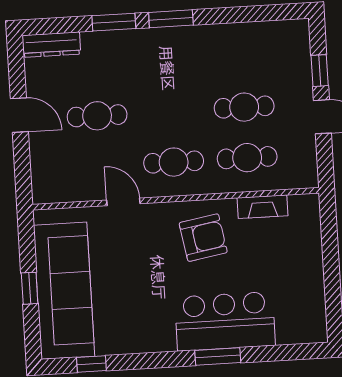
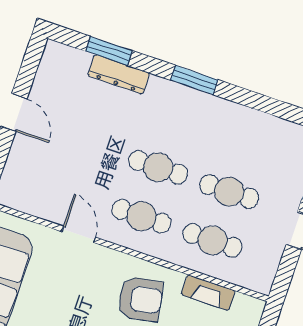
window: (114, 22) -> (109, 51), moved
dresser: (51, 45) -> (119, 74), moved
cafe table: (97, 116) -> (158, 167), moved

